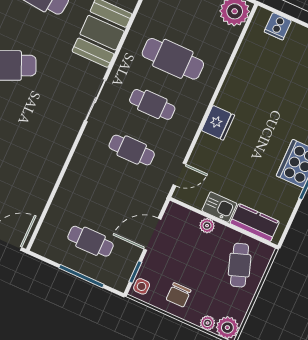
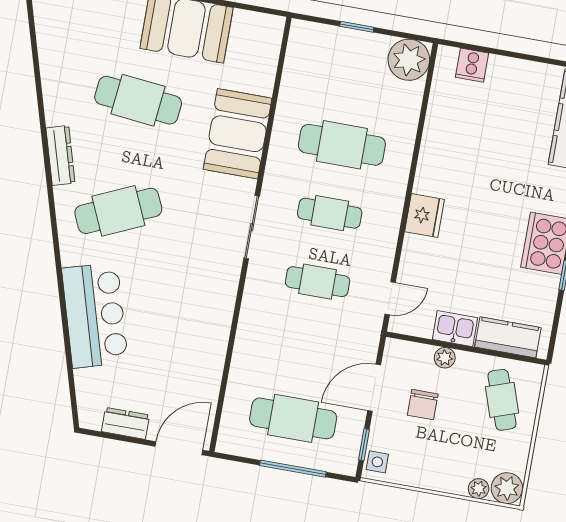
cafe table: (91, 241) -> (293, 418), width x1.37, depth x1.35
chair: (179, 295) -> (423, 405), moved

